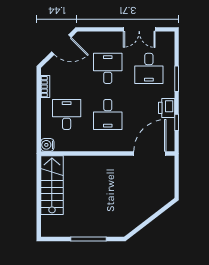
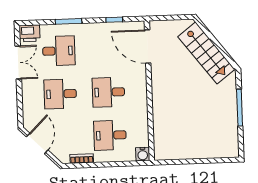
printer: (167, 108) -> (30, 33), moved
desk: (108, 114) -> (108, 92), turned 180
stairs: (52, 185) -> (206, 53), moved, turned -128

